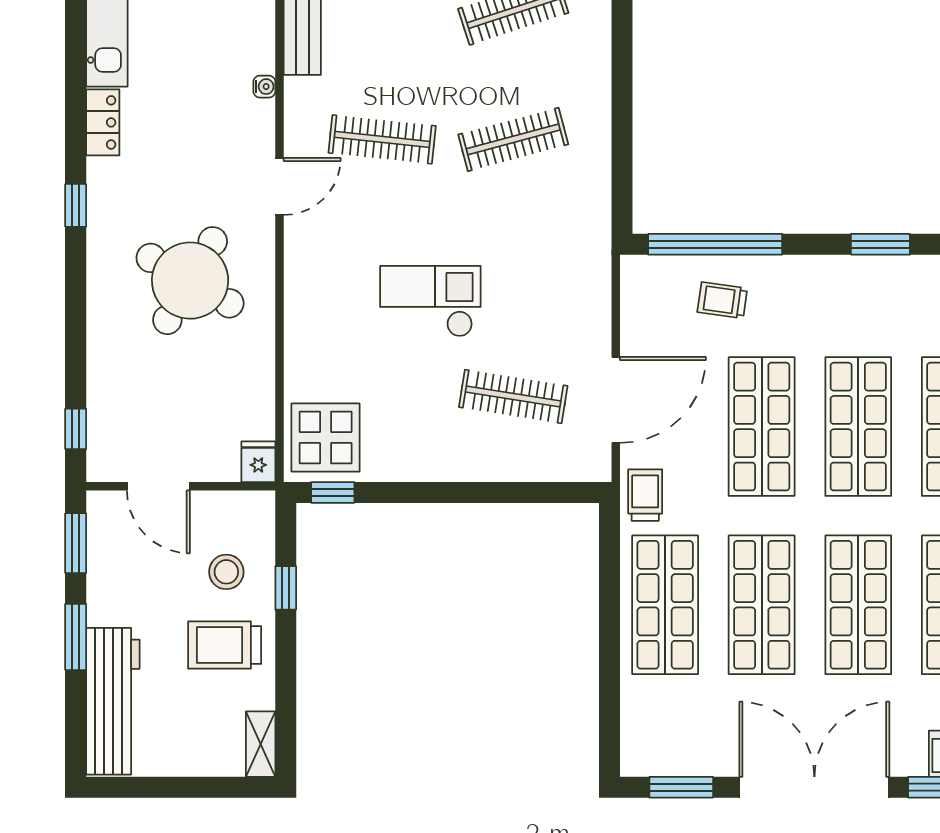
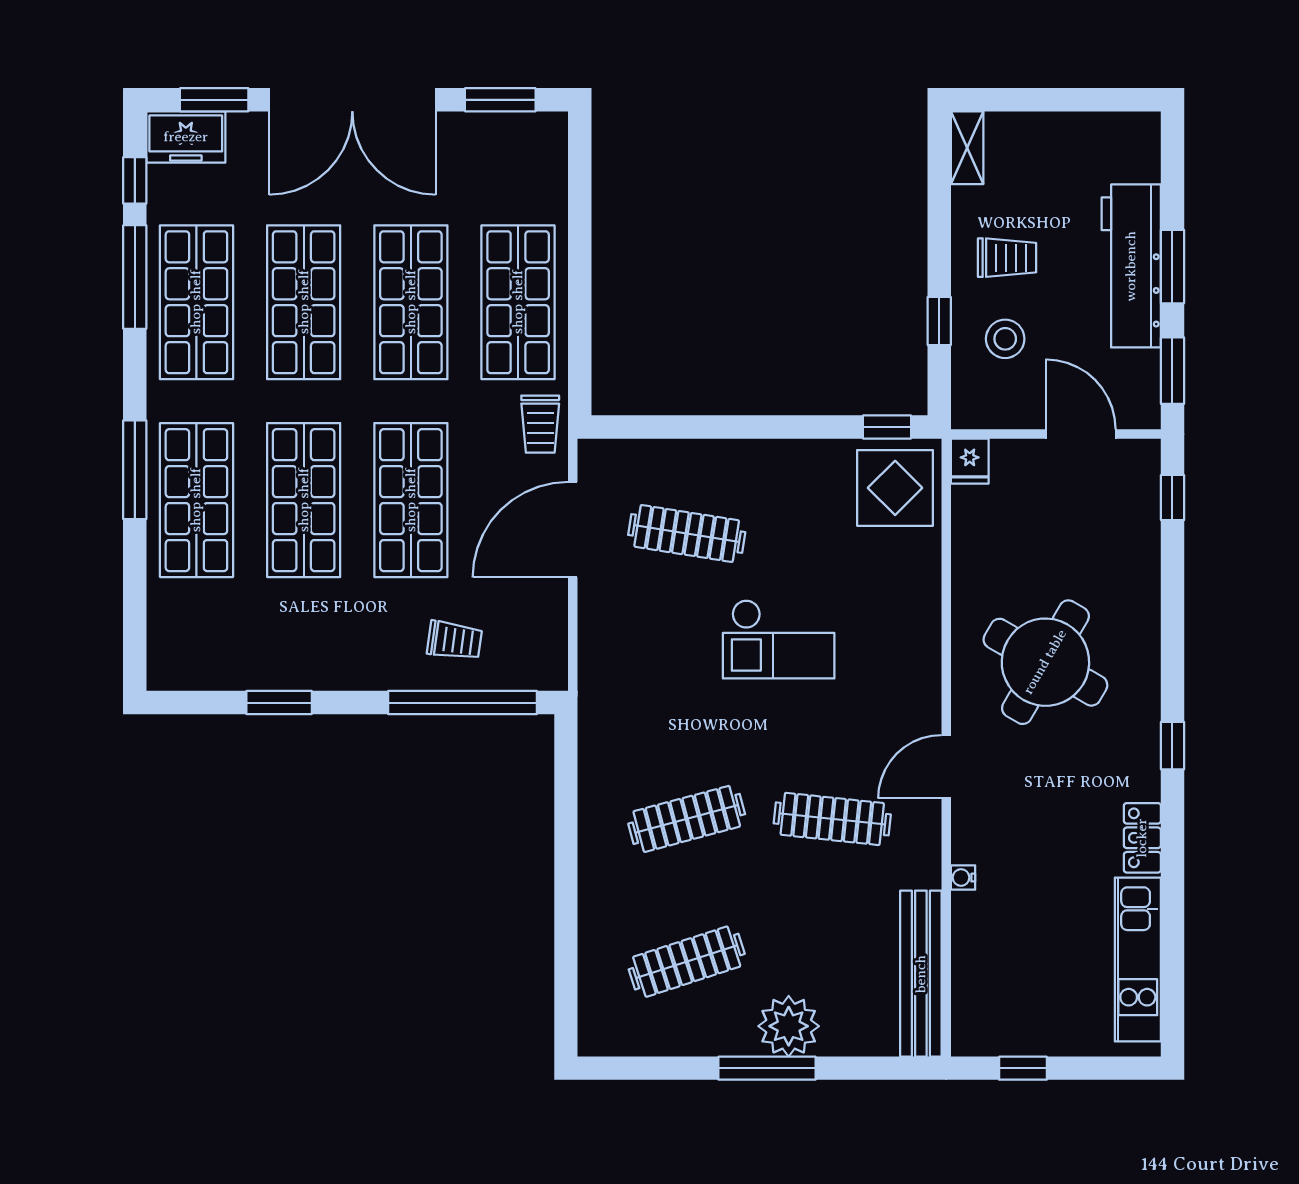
trolley: (225, 645) -> (1007, 258), width x0.73, depth x0.72
workbench: (113, 701) -> (1131, 266), moved

